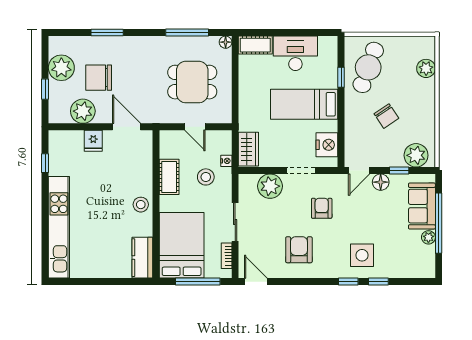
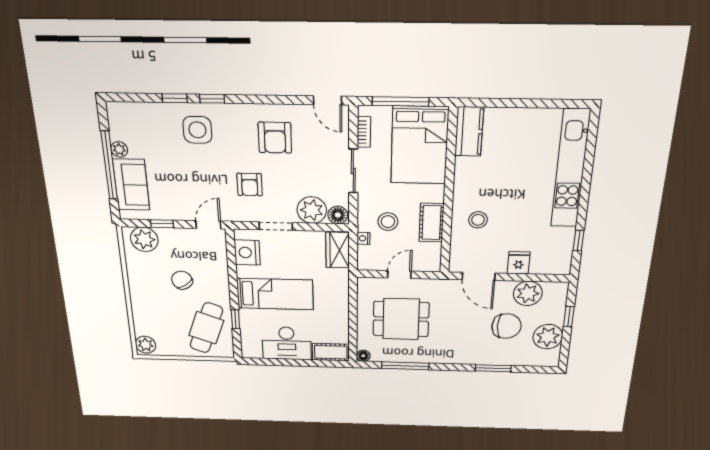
plant: (426, 68) -> (146, 345), moved
door: (195, 127) -> (399, 275), hinge flipped
floor lamp: (381, 182) -> (338, 215), moved
stool: (141, 205) -> (478, 220), moved

